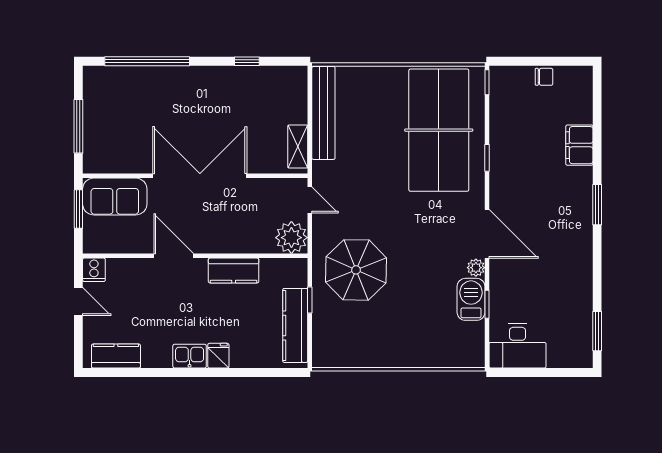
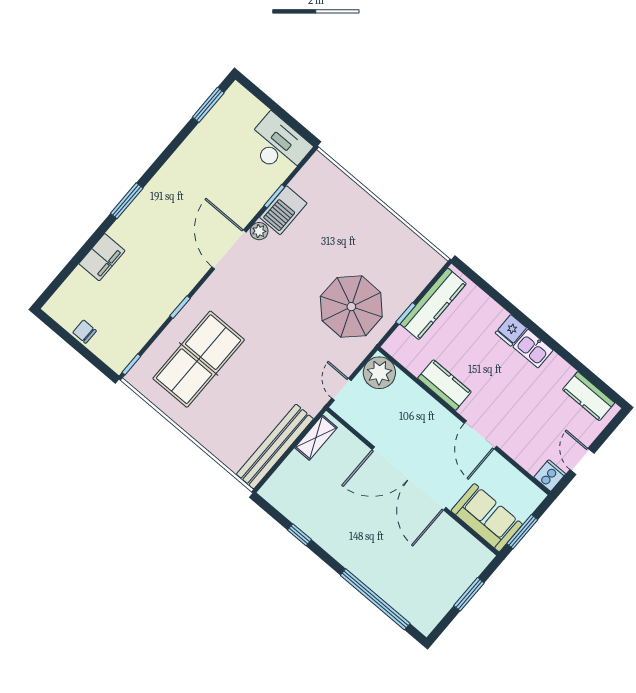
window: (78, 126) -> (469, 594), width x0.69
table tennis table: (439, 130) -> (199, 359), width x0.73, depth x0.76

